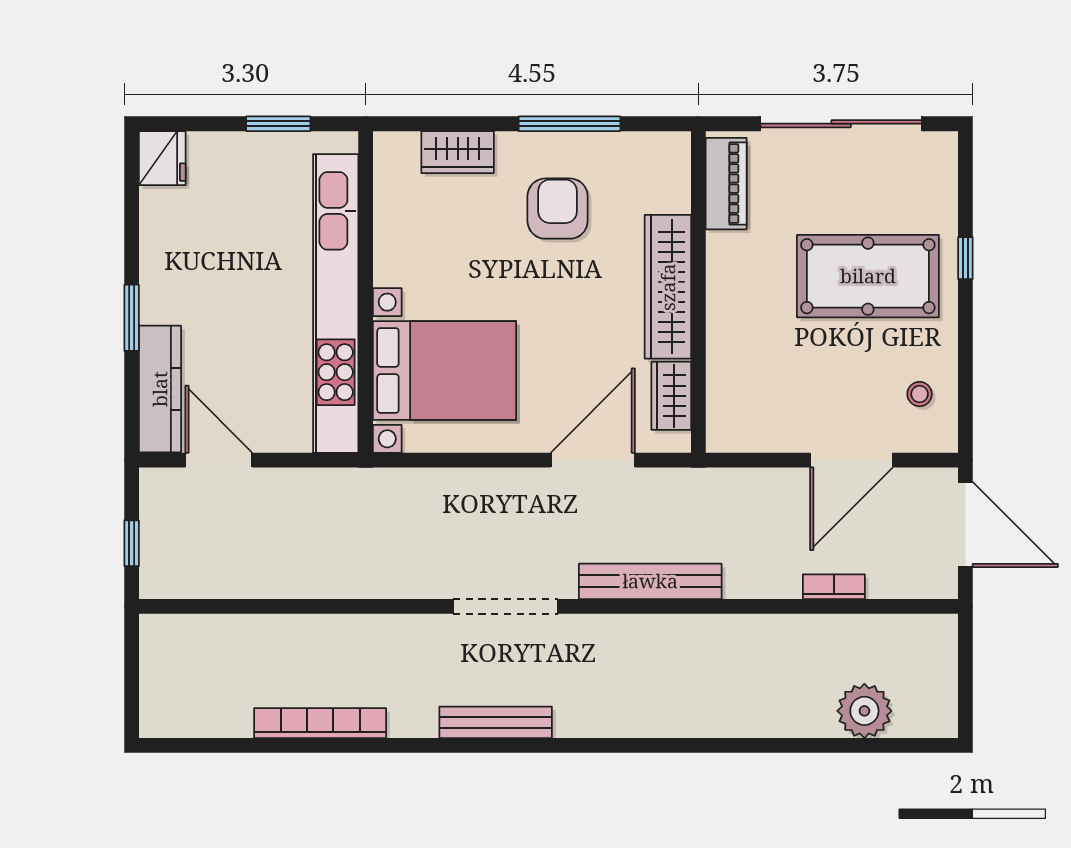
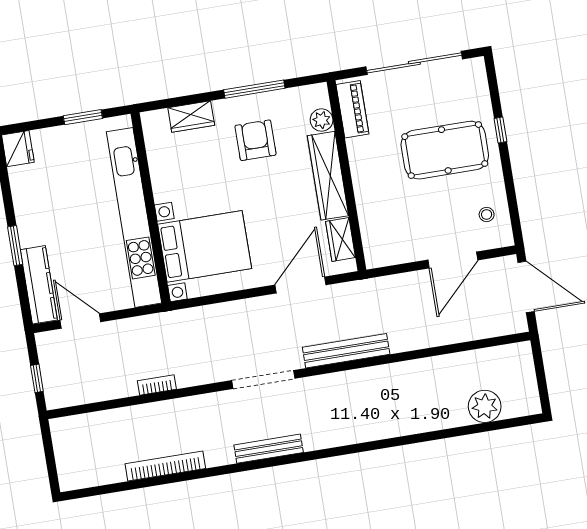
plant: (672, 193) -> (322, 120), added
bookcase: (834, 587) -> (157, 385), moved

